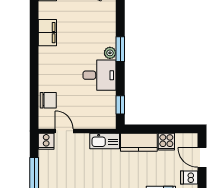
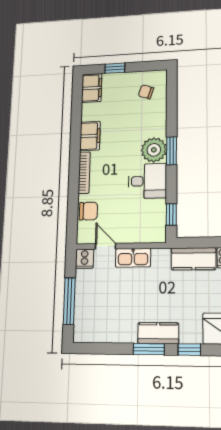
plant: (110, 53) -> (154, 150), width x1.87, depth x1.87
bookcase: (43, 66) -> (84, 173), added
kitchen sink: (105, 141) -> (133, 258), moved

